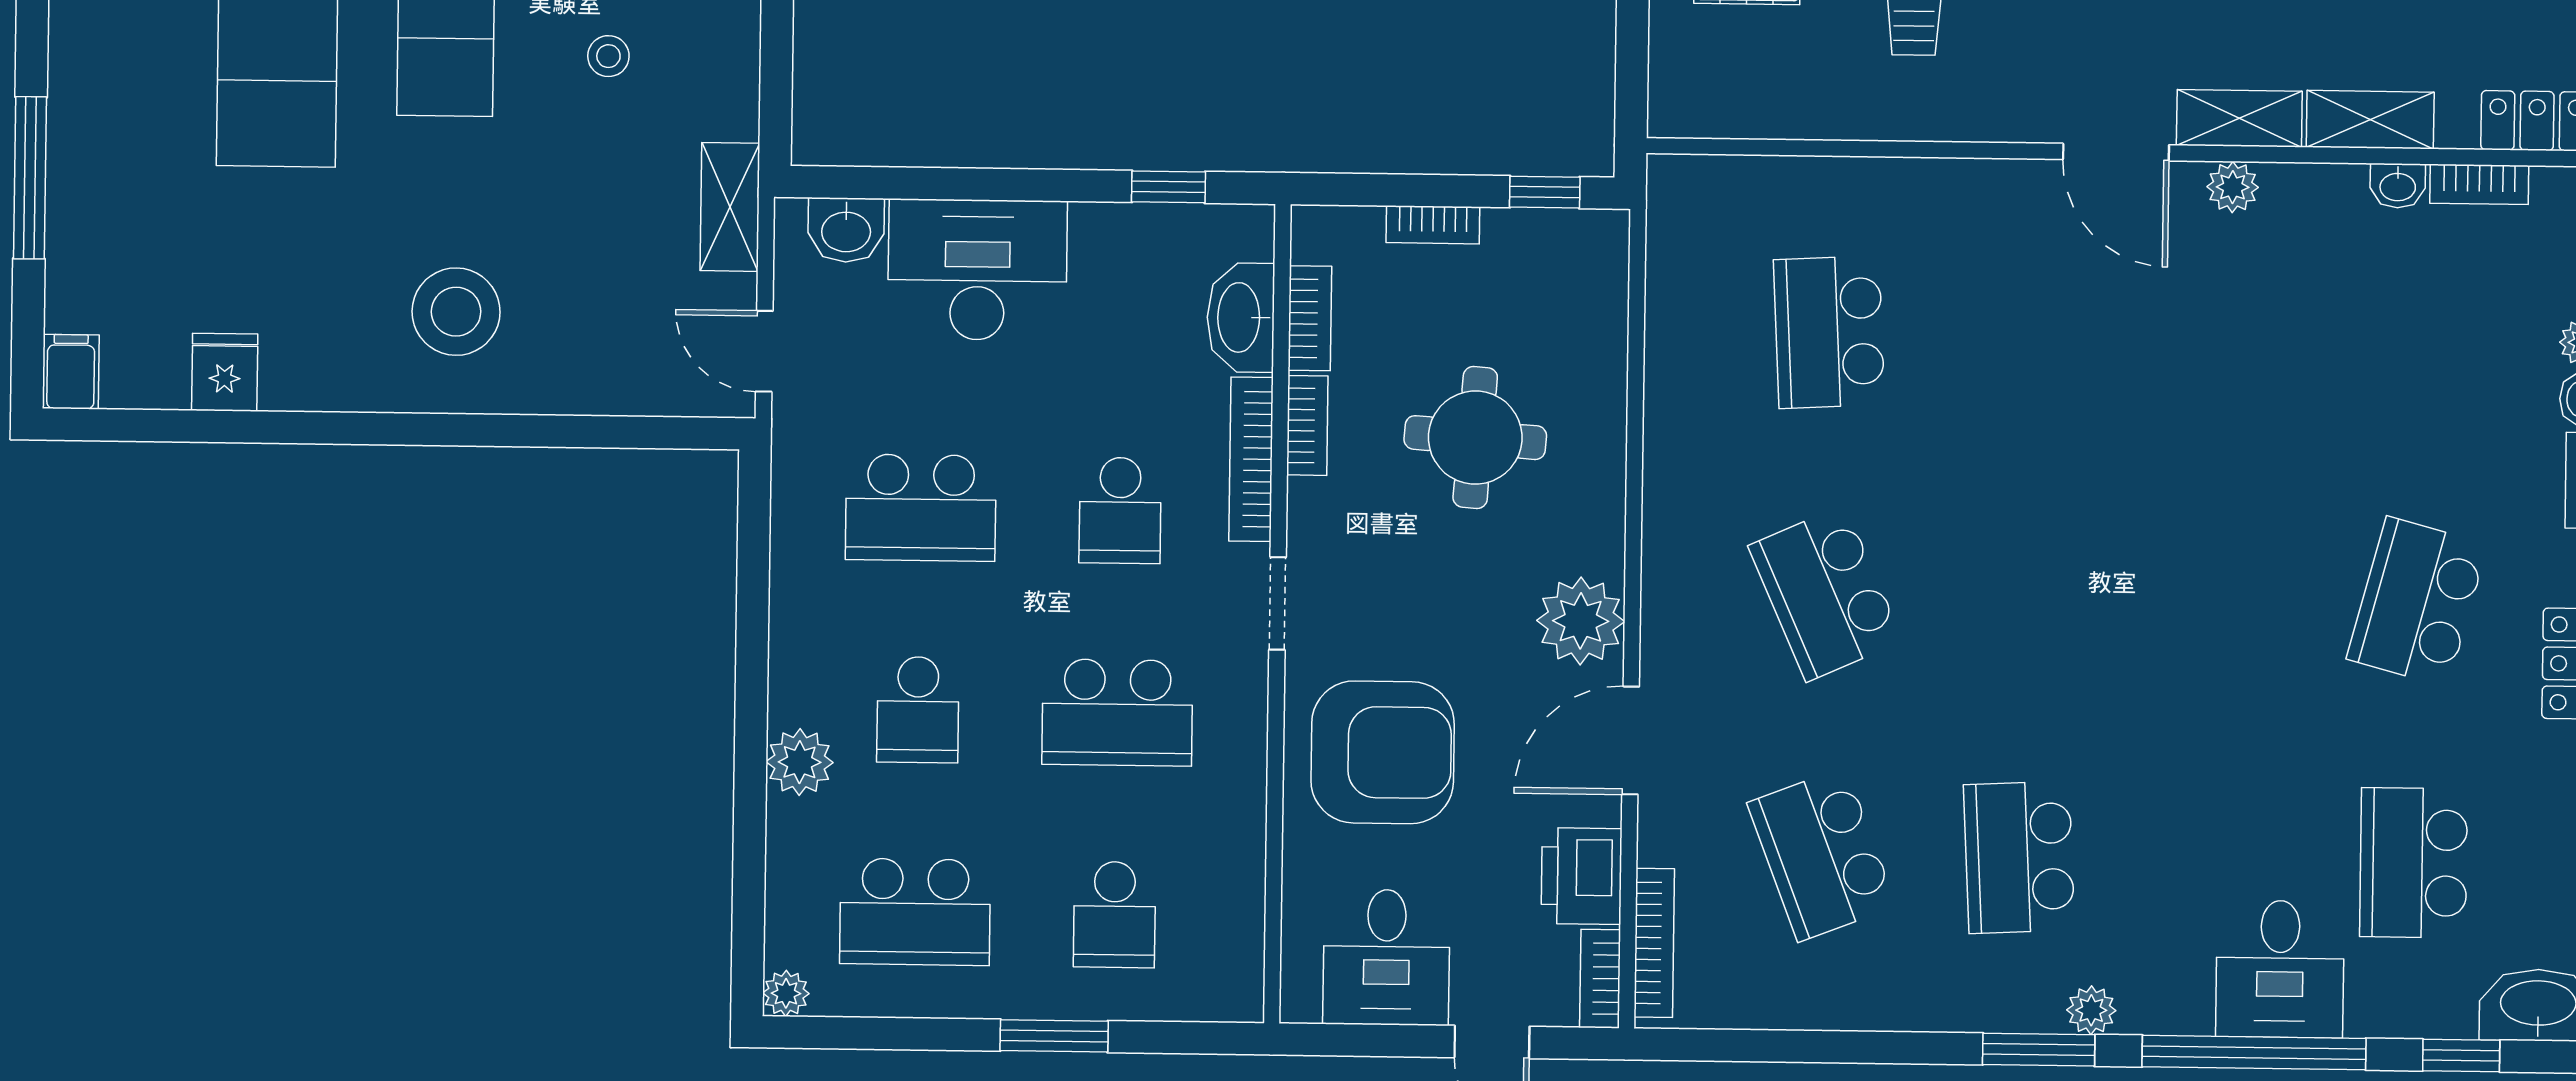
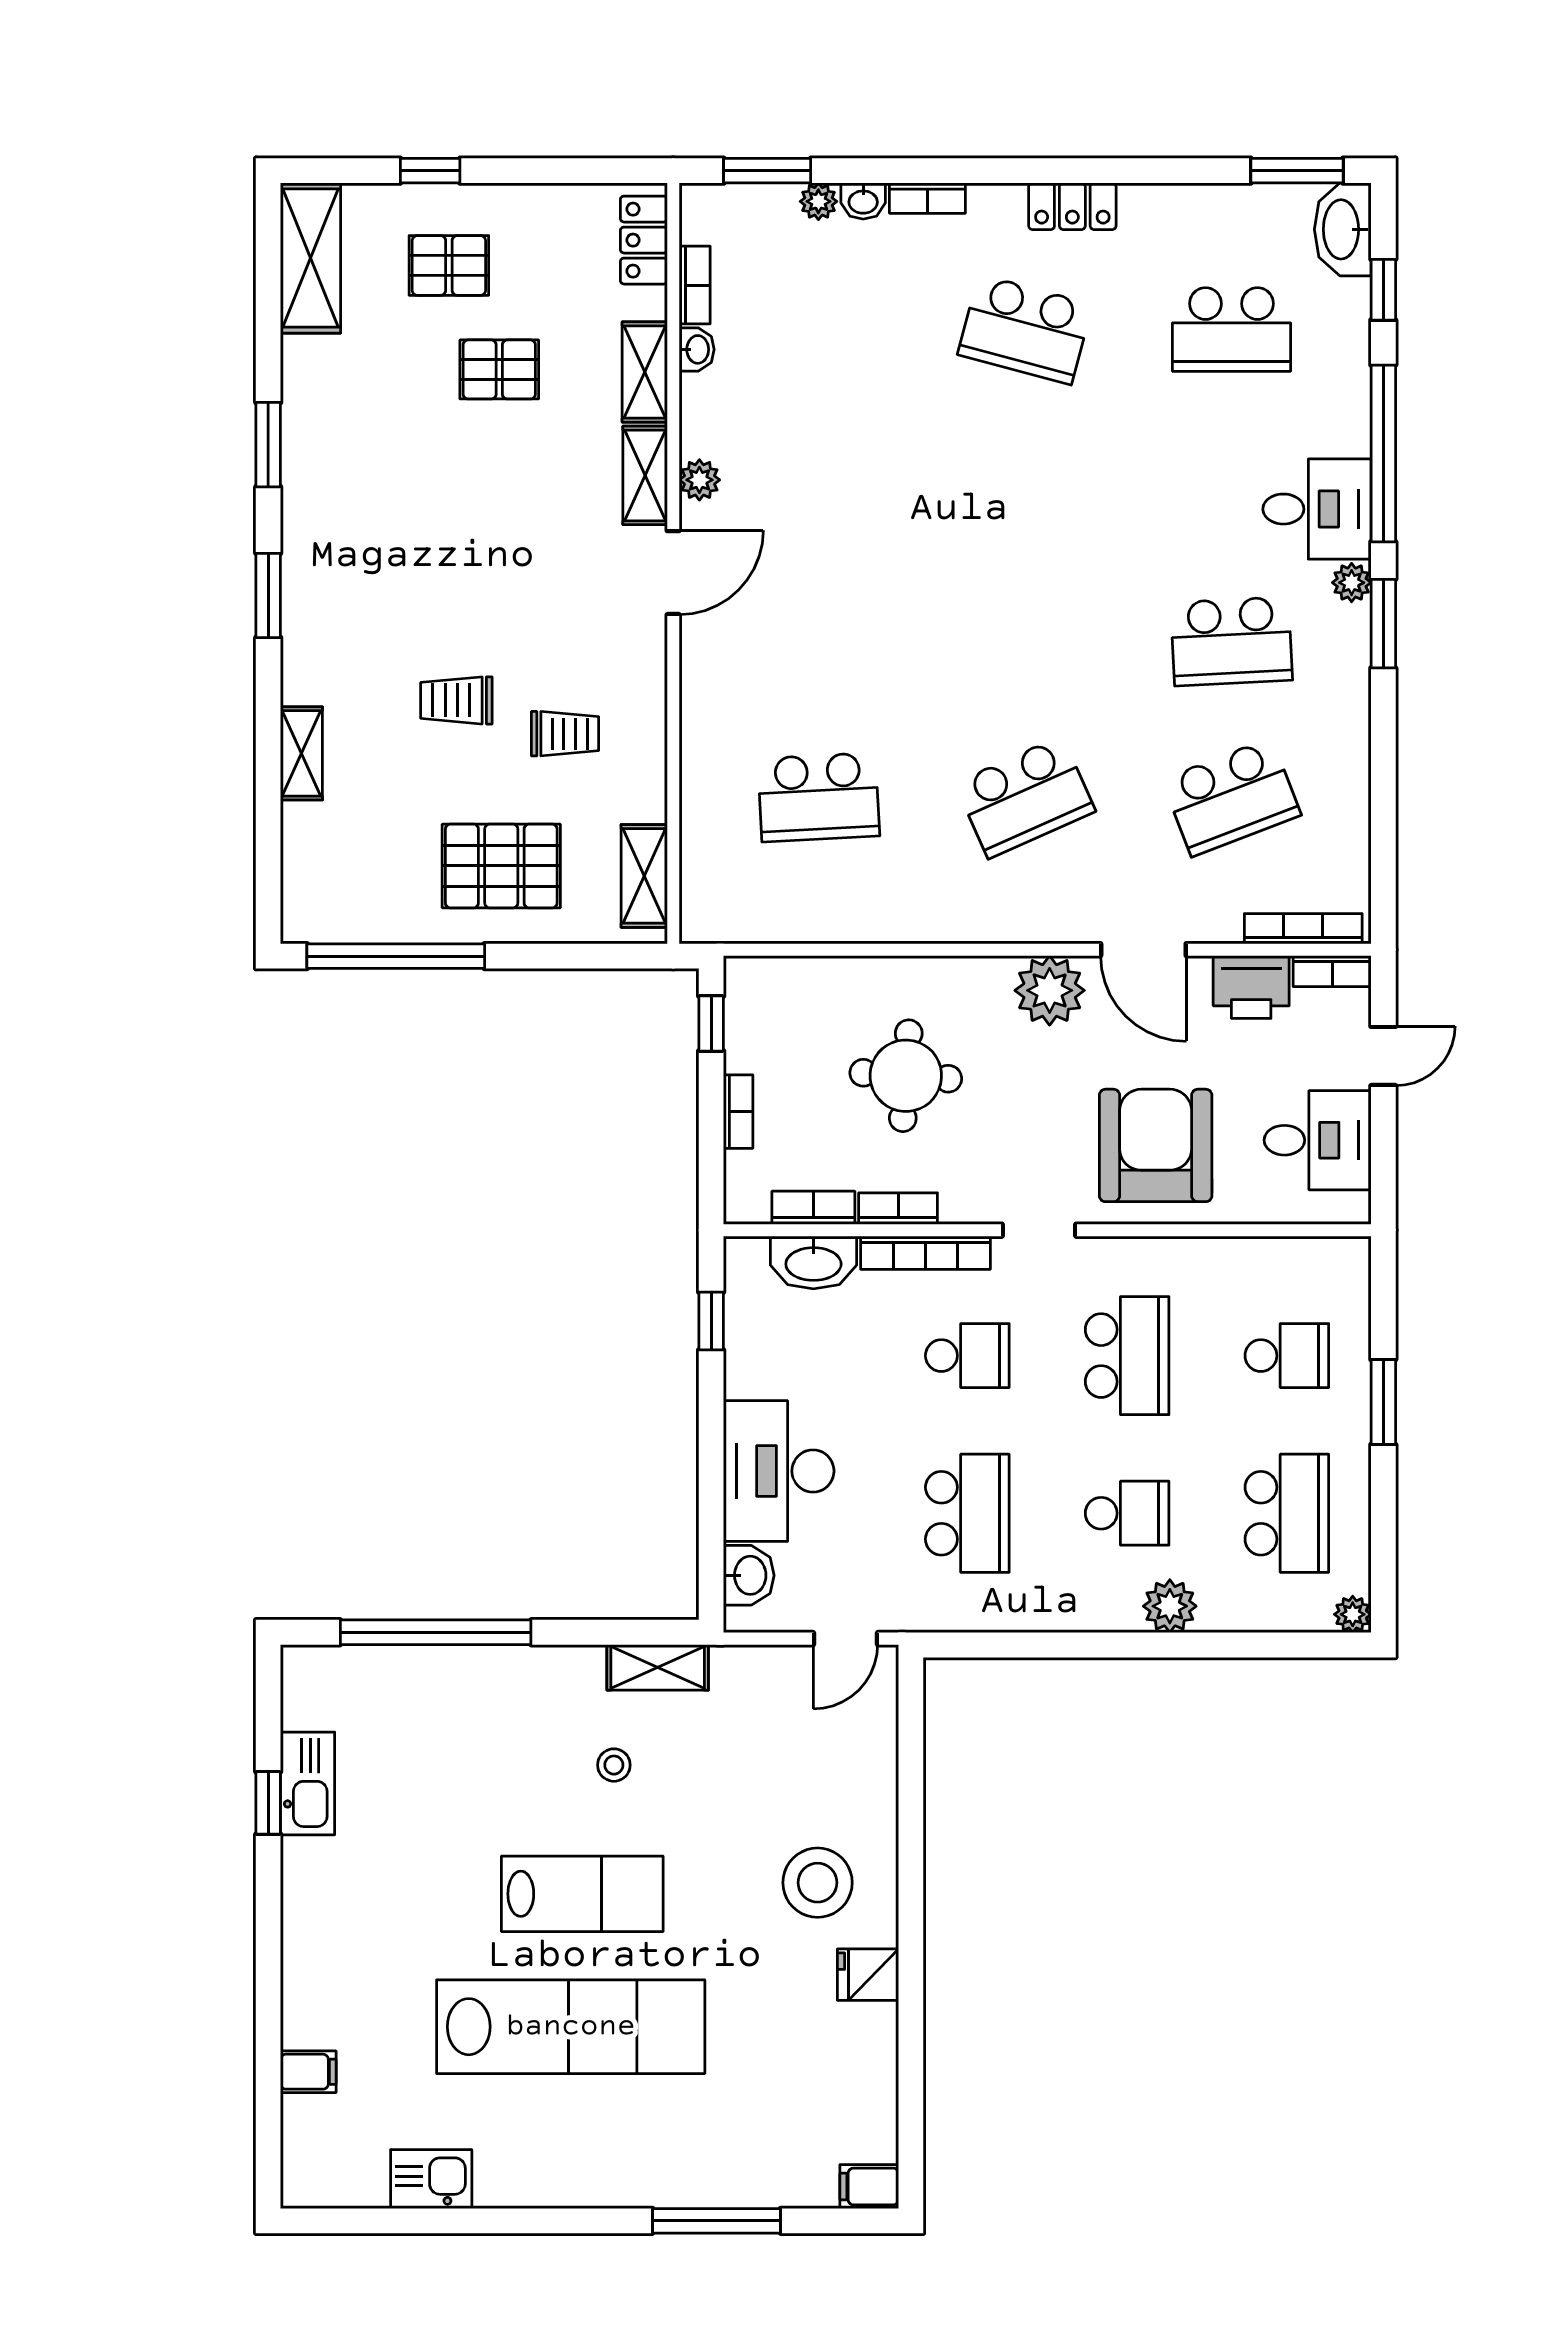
shelving: (1733, 110) -> (644, 876), added
shelving: (730, 207) -> (658, 1667), moved
fridge: (225, 372) -> (868, 1975), moved
desk: (2280, 969) -> (1317, 509), moved

